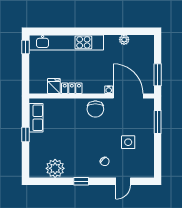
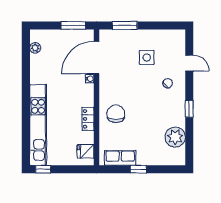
plant: (124, 40) -> (35, 48), moved
fridge: (54, 86) -> (86, 151), moved
chair: (95, 109) -> (116, 114), moved, turned -90

